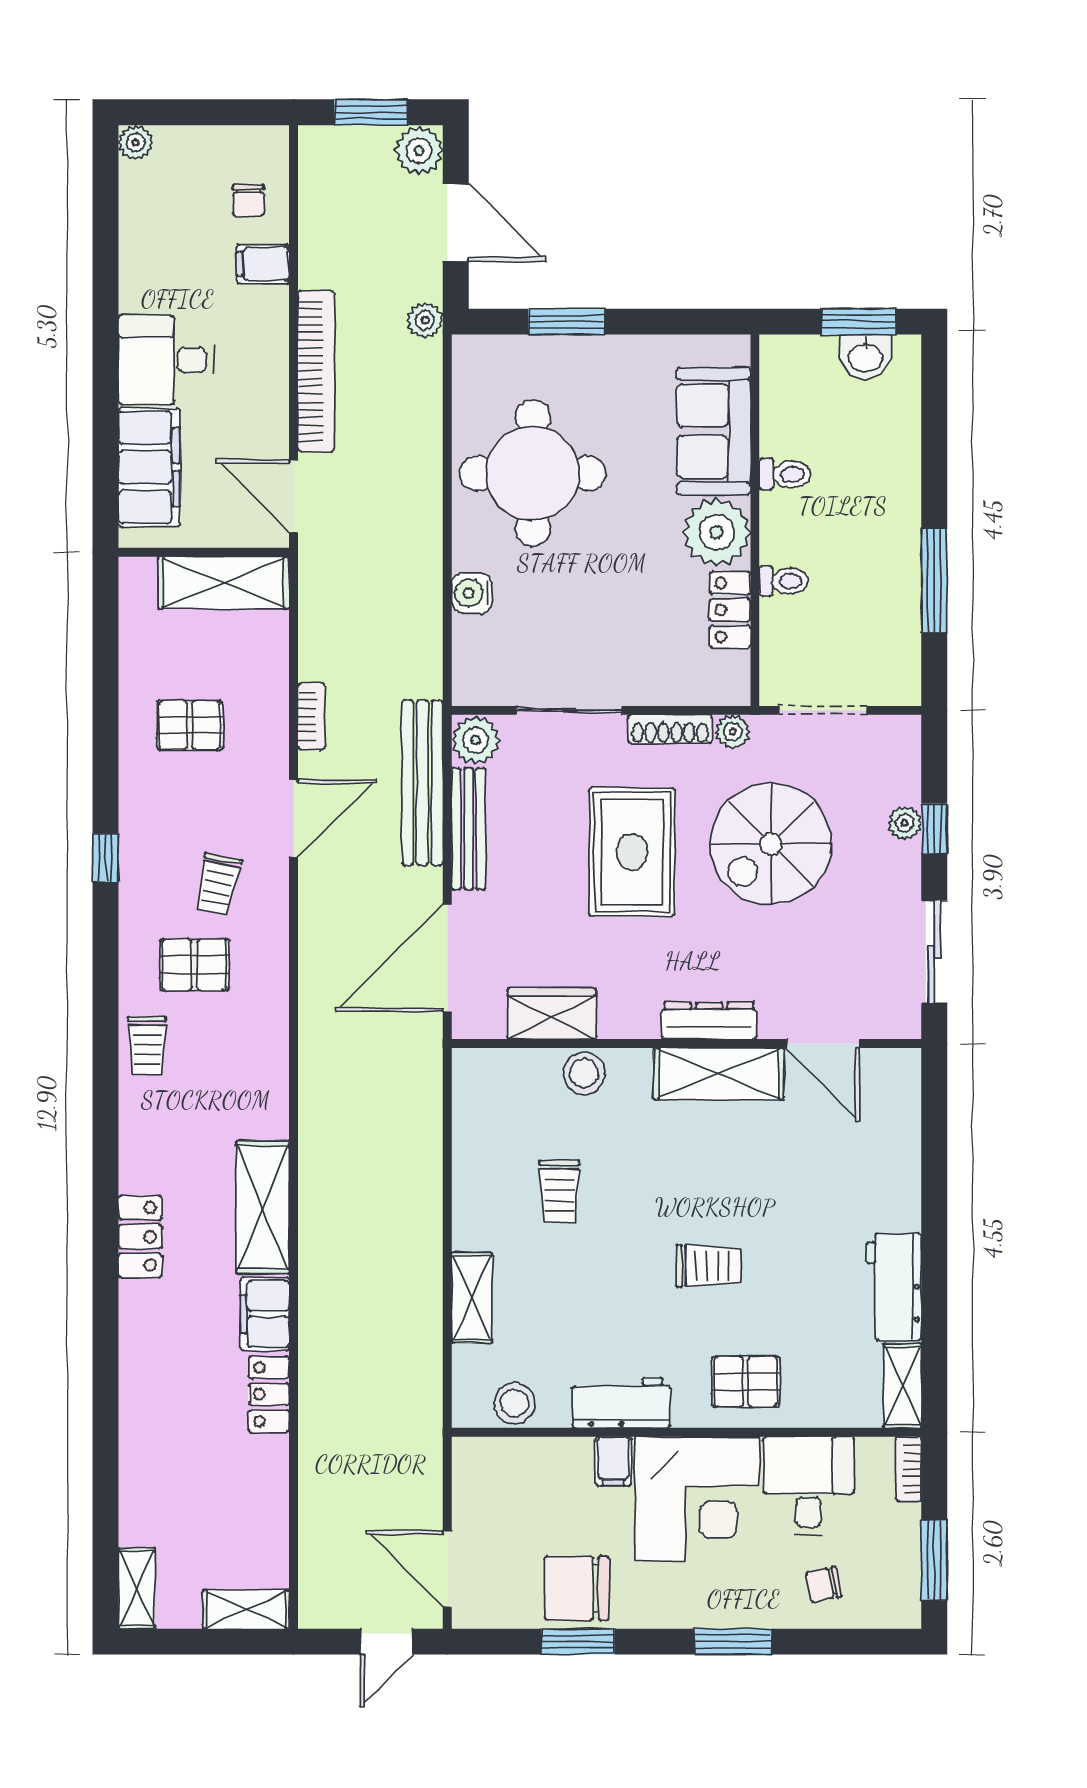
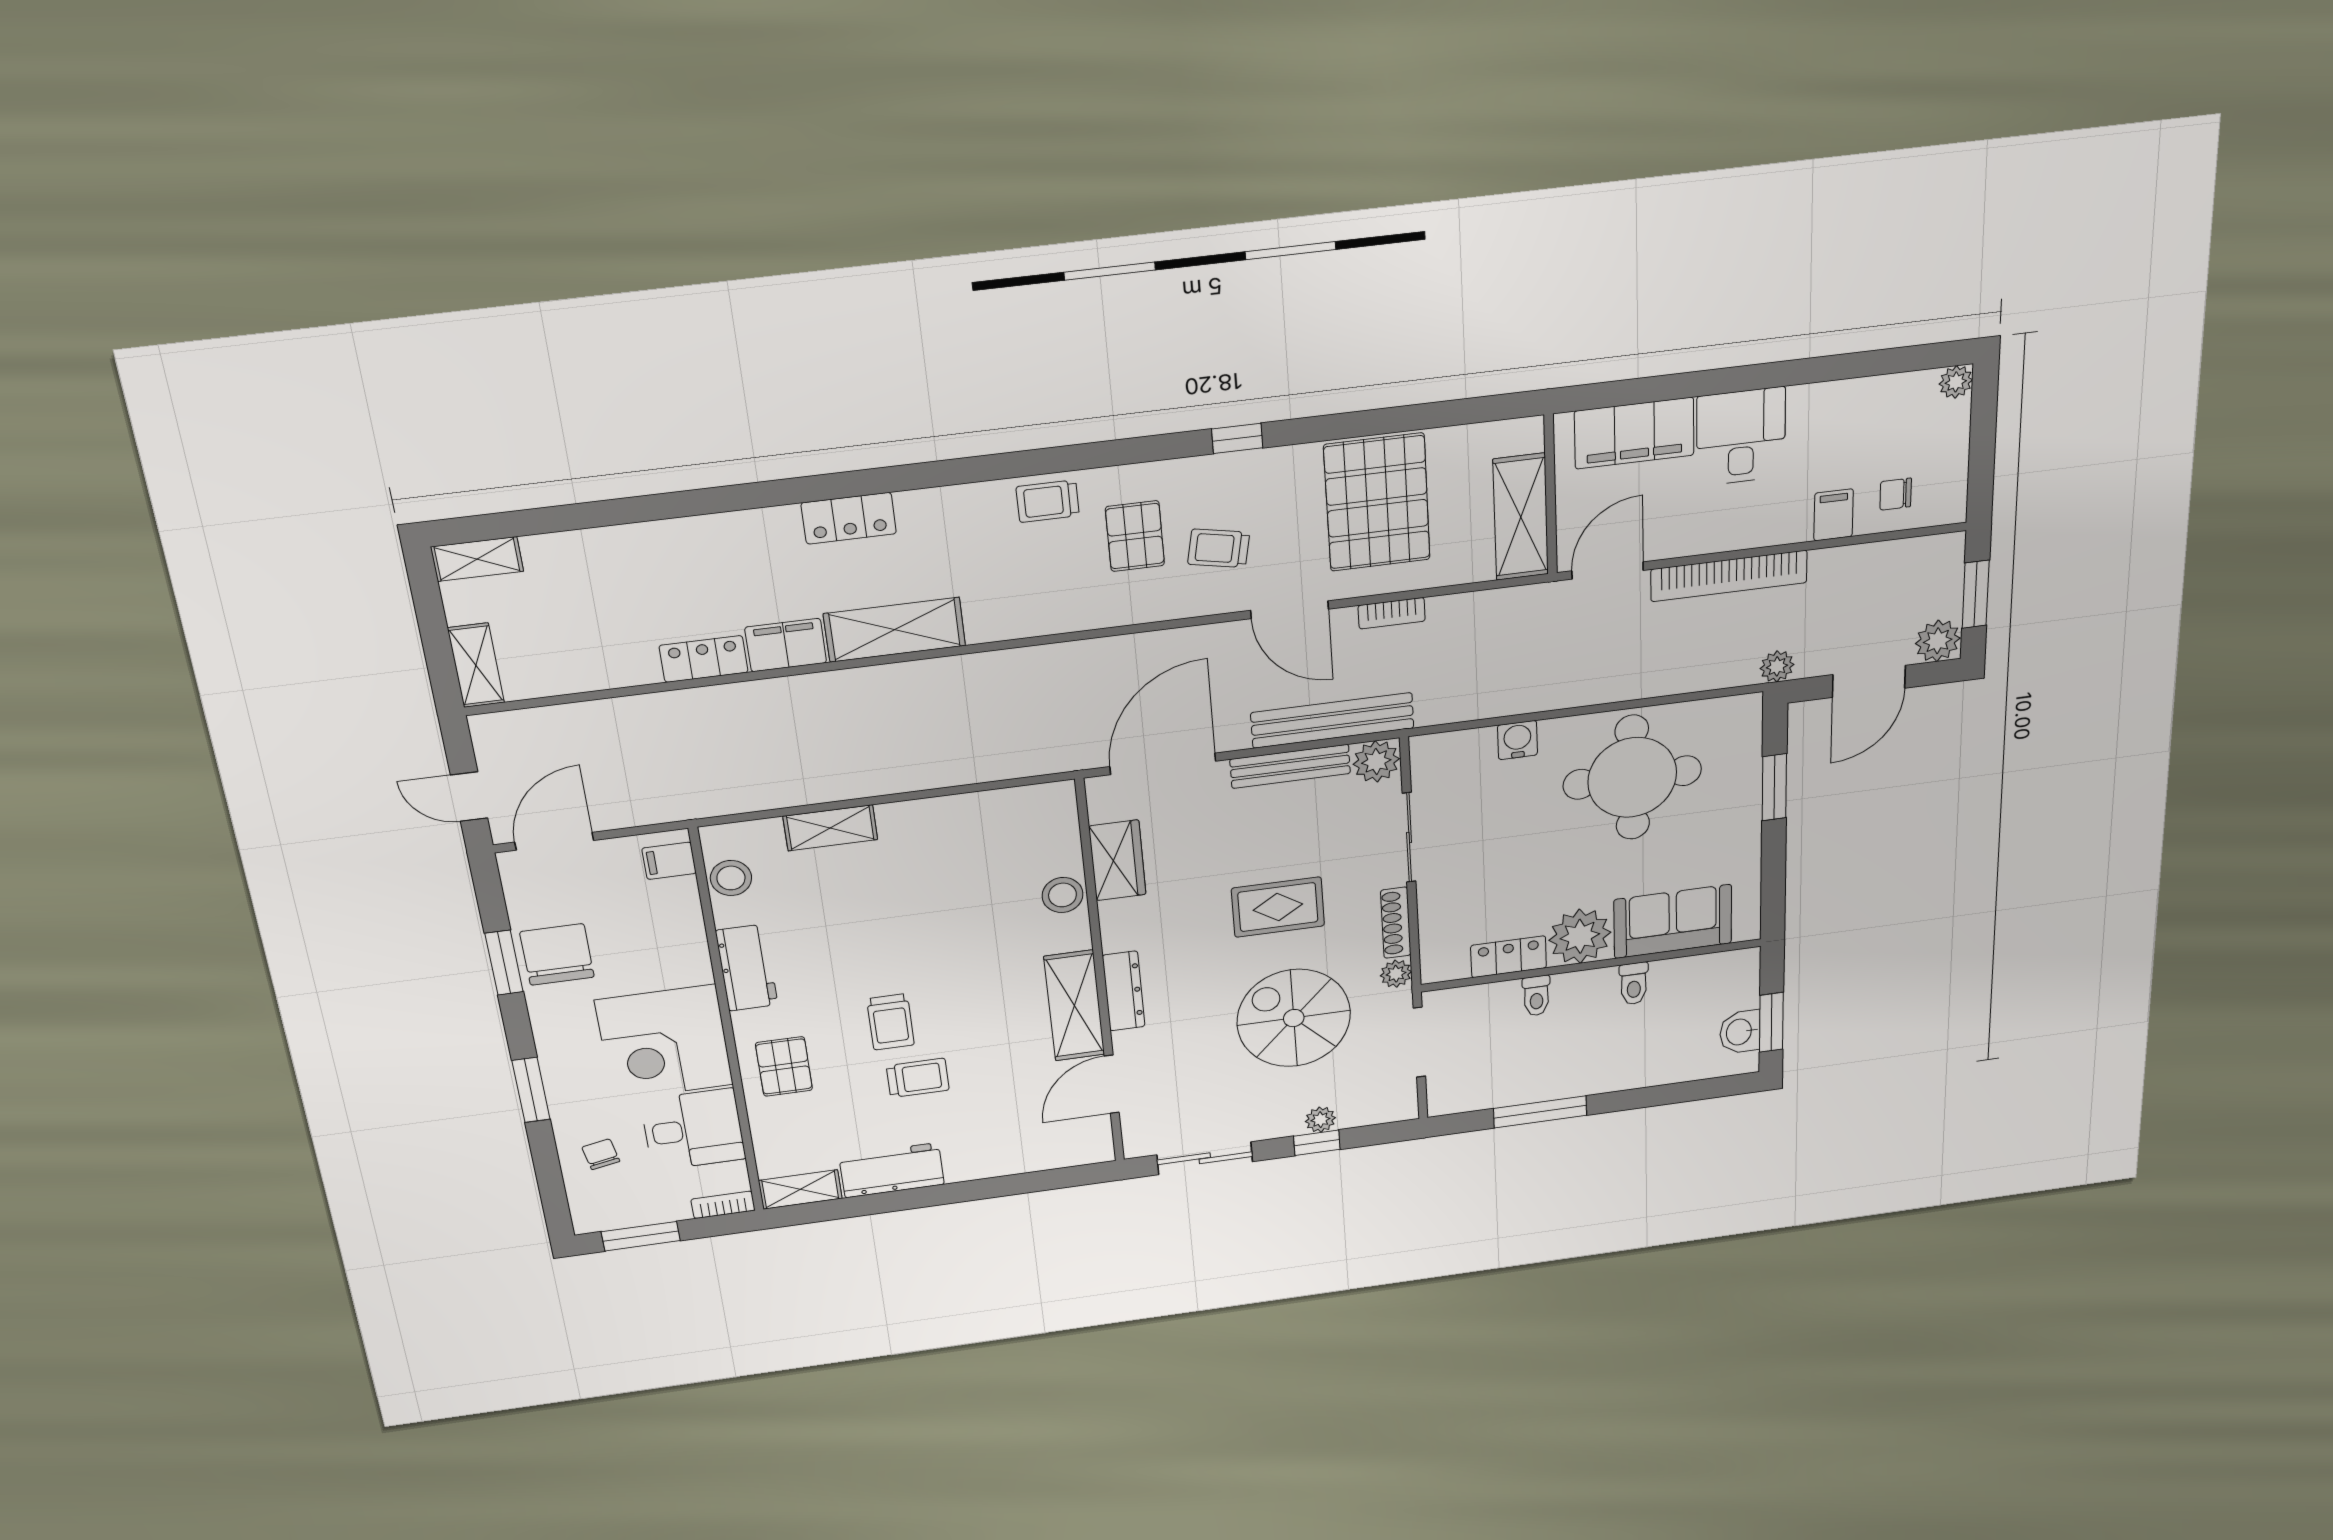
pallet: (190, 725) -> (1377, 502), width x2.05, depth x2.00
rug: (632, 852) -> (1278, 907), width x0.73, depth x0.70
door: (447, 958) -> (1163, 764), hinge flipped
trolley: (559, 1191) -> (918, 1078), moved, turned 180
filing cabinet: (613, 1461) -> (669, 861), moved

